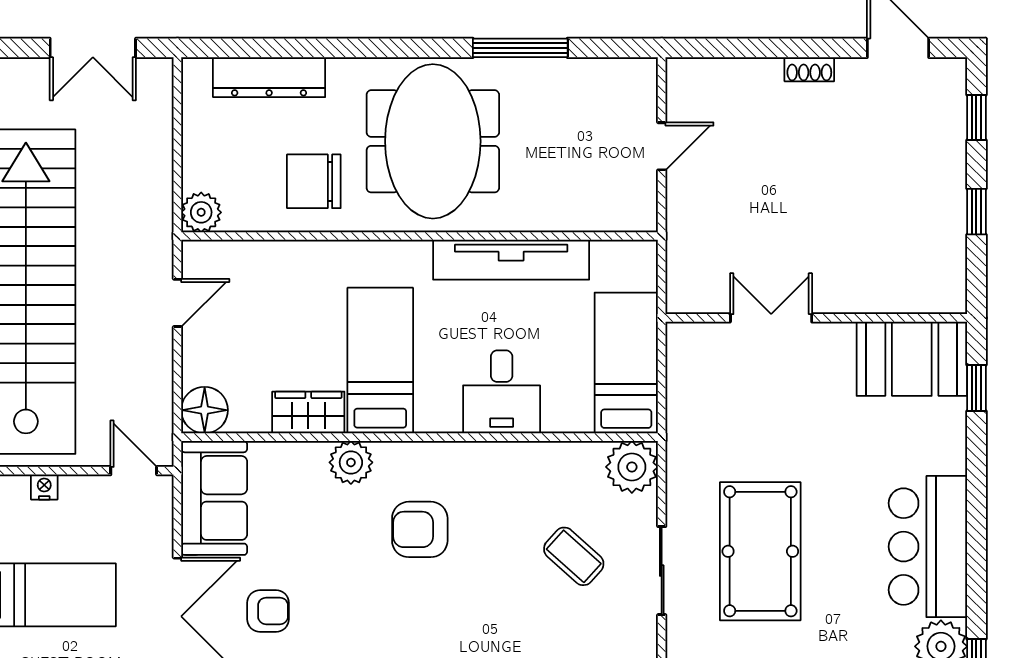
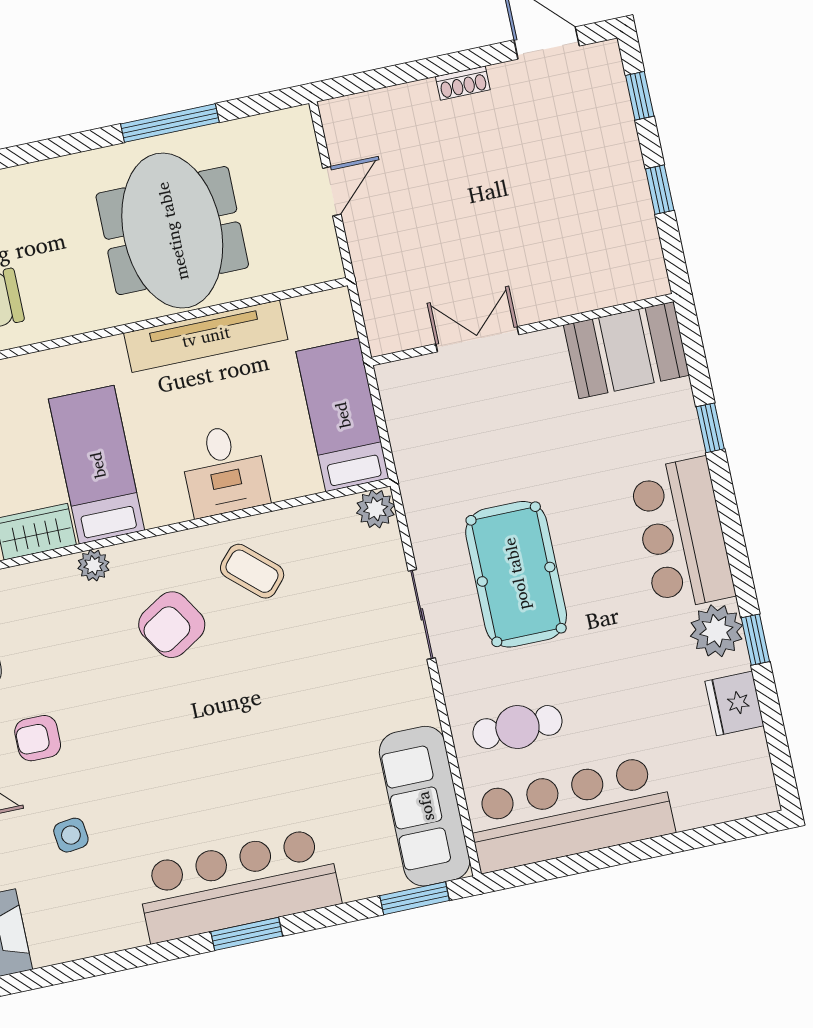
meeting table: (433, 141) -> (172, 231), moved
window: (976, 388) -> (710, 428), moved
plant: (351, 462) -> (94, 565), width x0.73, depth x0.73
plant: (632, 467) -> (376, 509), width x0.73, depth x0.73
armchair: (420, 529) -> (172, 625), turned -32
coffee table: (574, 556) -> (252, 571), moved
armchair: (268, 611) -> (38, 738), turned 180

